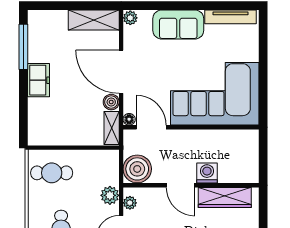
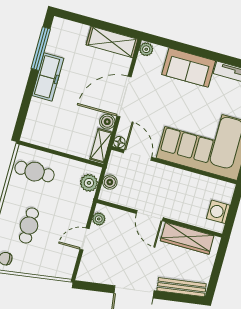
door: (121, 72) -> (124, 96), hinge flipped
freezer: (39, 80) -> (48, 77), width x1.40
boiler: (137, 169) -> (110, 182), width x0.54, depth x0.54
washing machine: (207, 173) -> (218, 212), moved, turned -90
plant: (110, 195) -> (89, 183), moved

